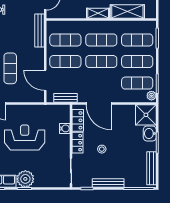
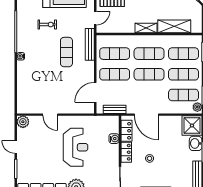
exercise mat: (10, 68) -> (66, 52), moved
door: (45, 80) -> (95, 92), hinge flipped
reception desk: (25, 137) -> (76, 147), turned 90

